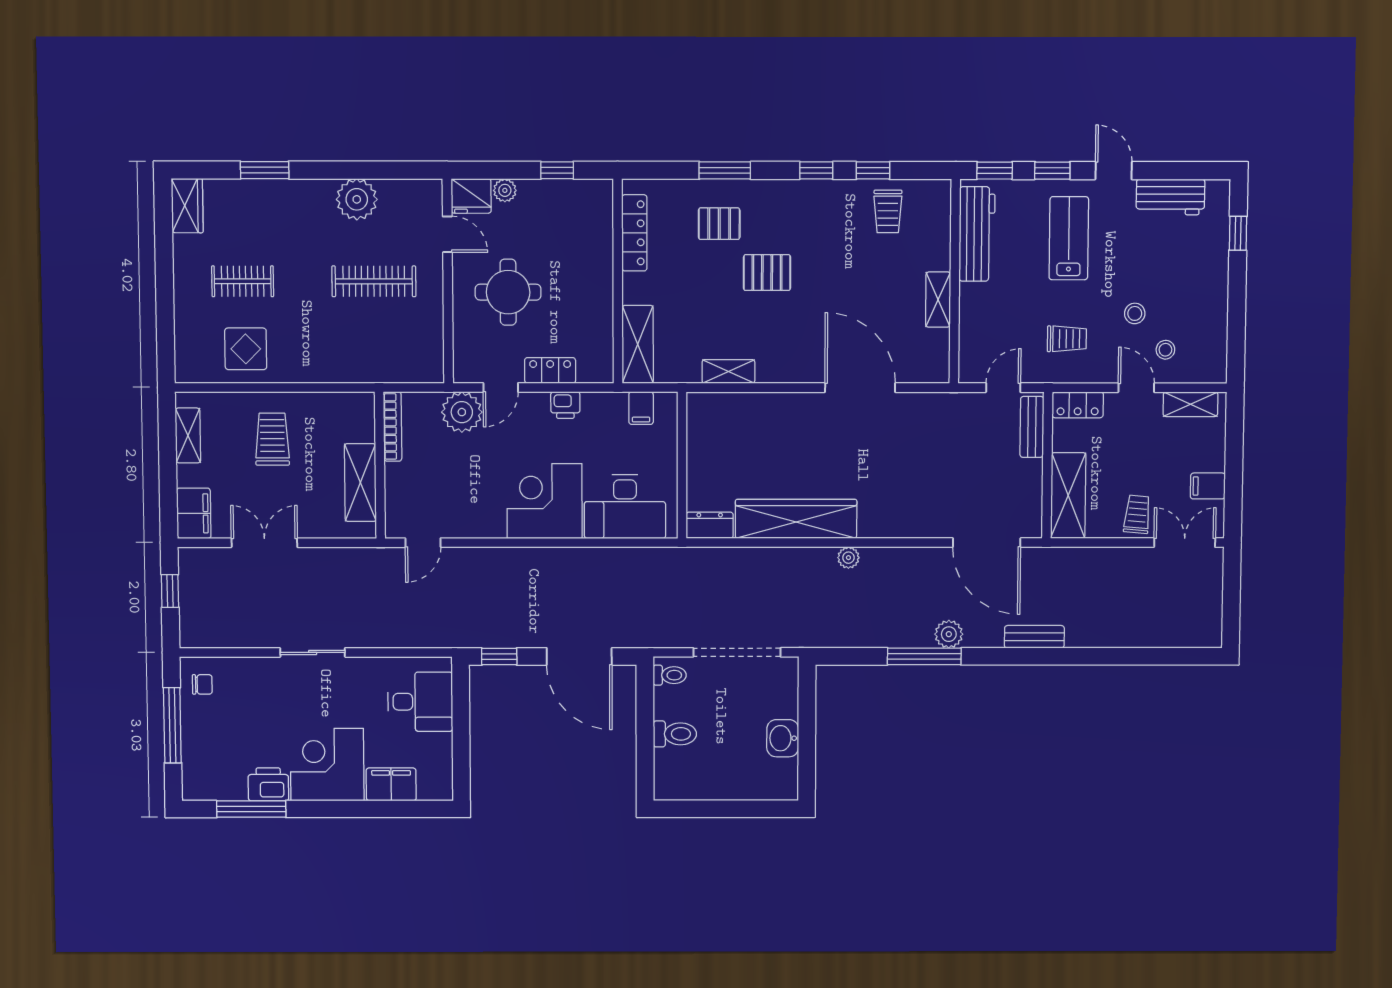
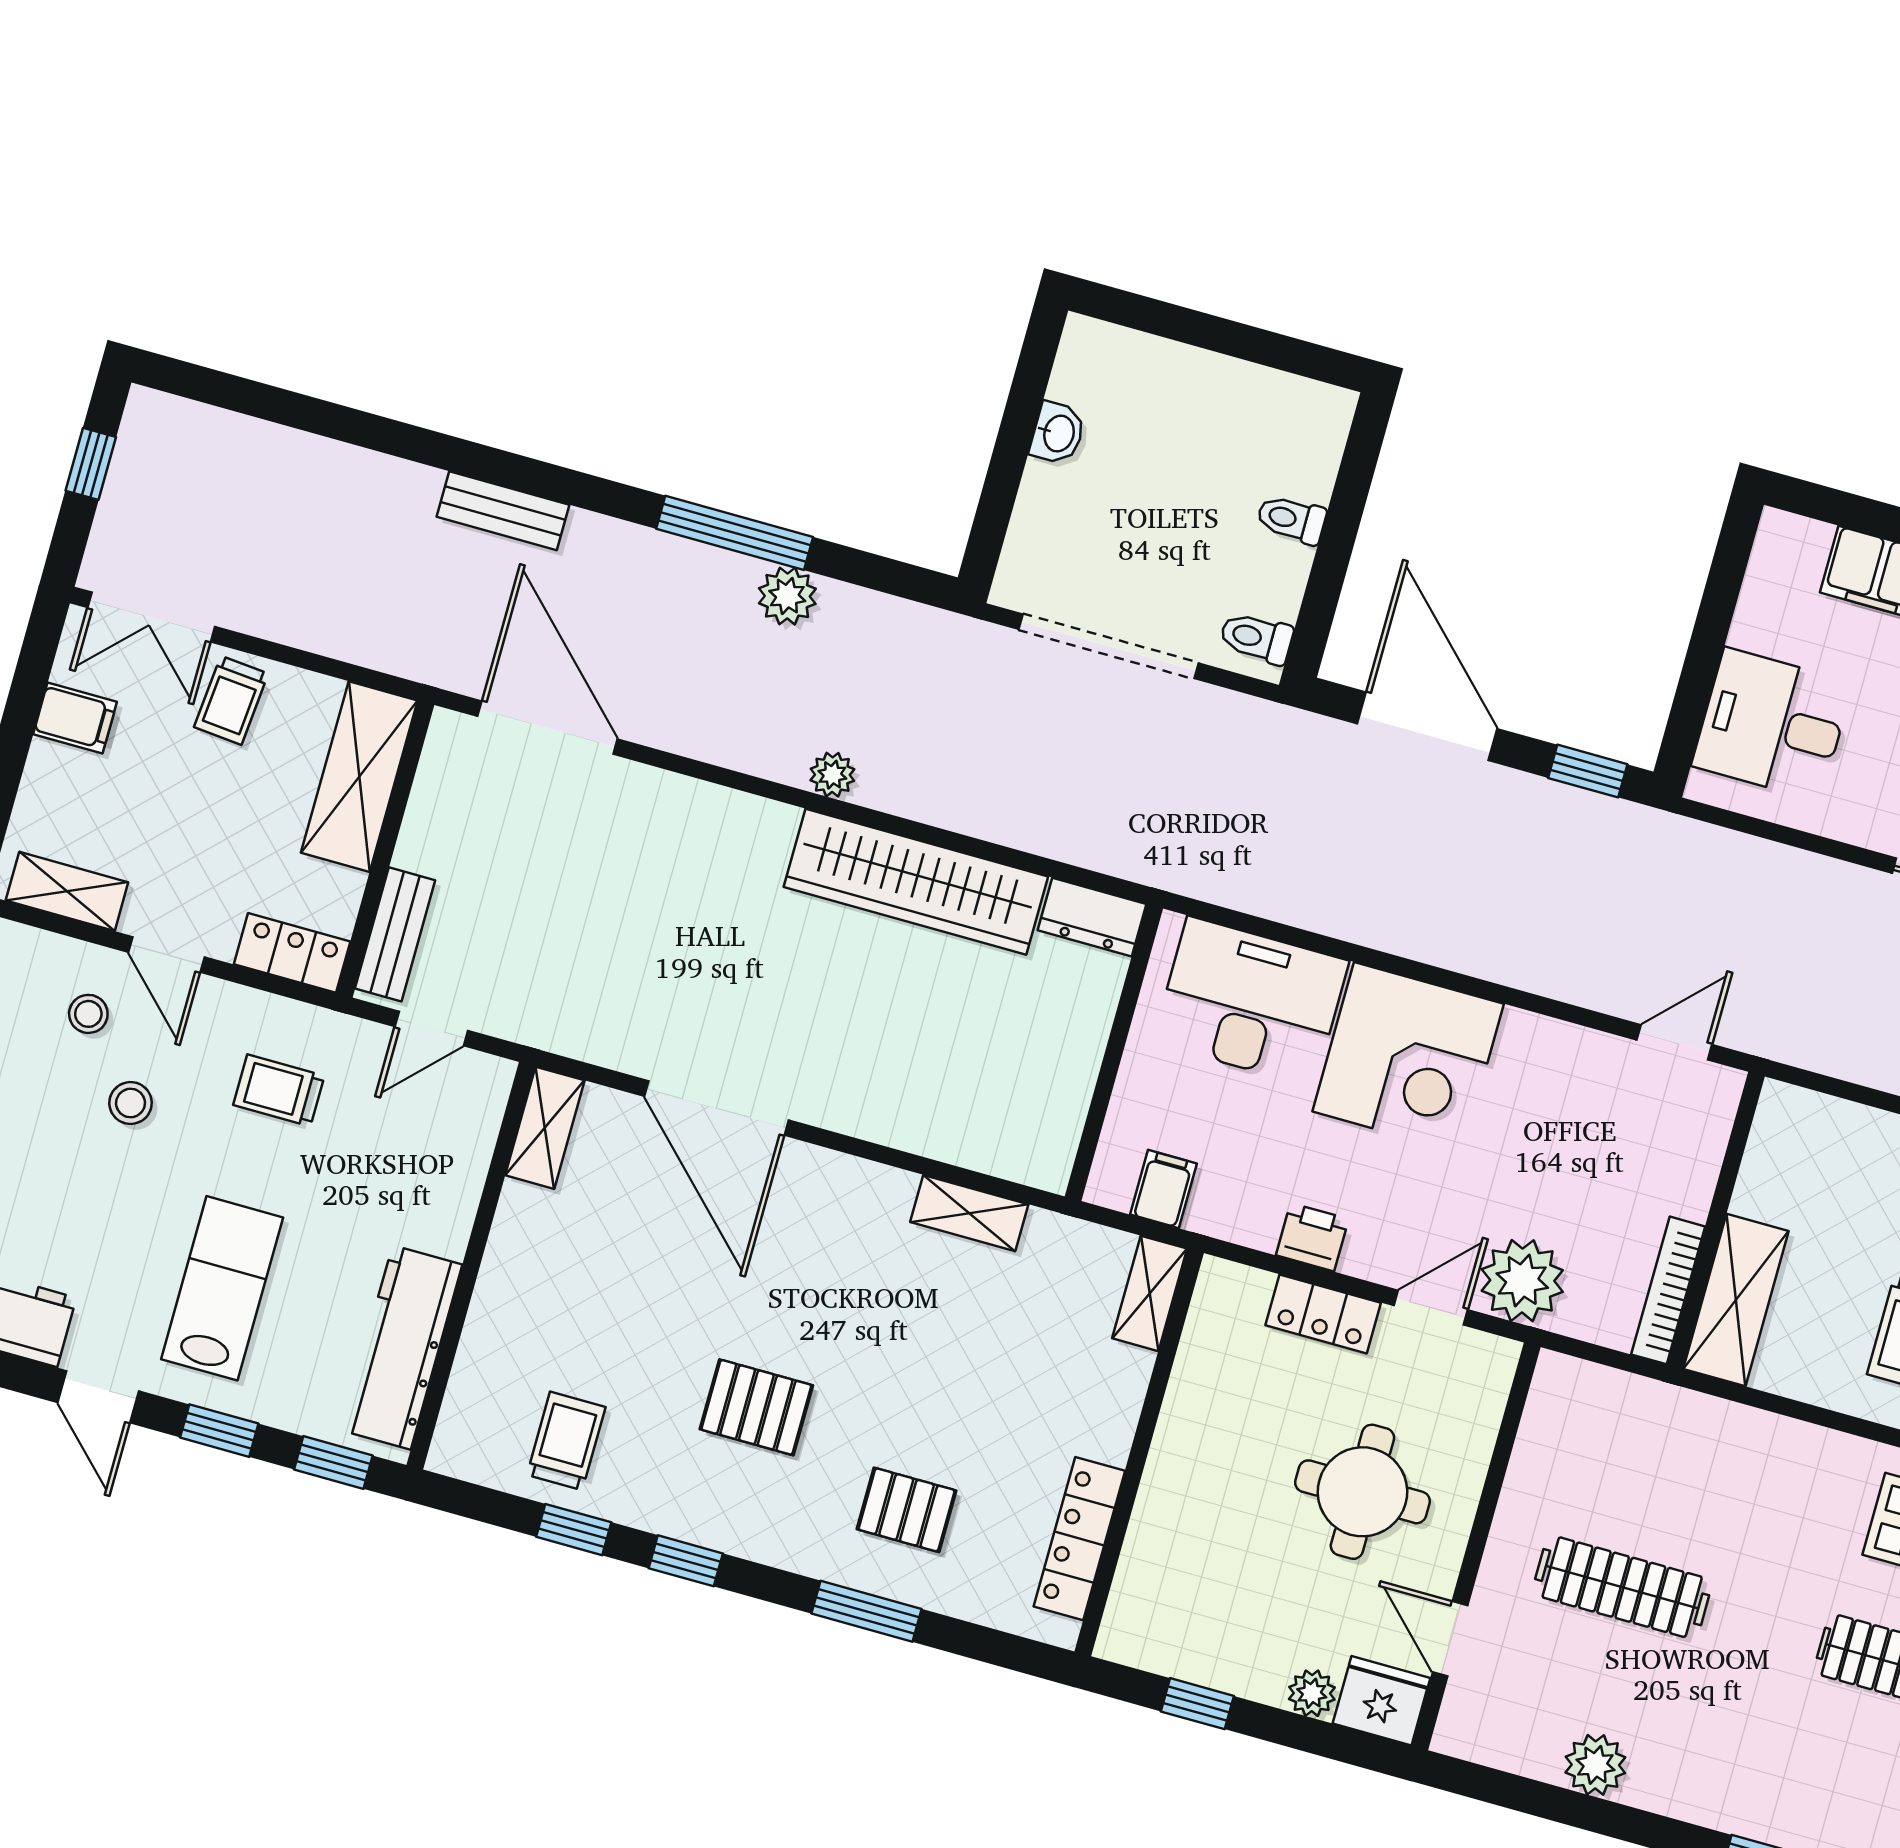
plant: (357, 199) -> (1595, 1765), width x0.73, depth x0.73
lab bench: (1069, 238) -> (222, 1288), turned 180
pallet: (767, 273) -> (756, 1407), moved
shelving: (938, 300) -> (545, 1128), moved
shelving: (638, 344) -> (1150, 1293), width x0.67, depth x0.75
shelving: (360, 483) -> (1736, 1300), moved
window: (1231, 605) -> (91, 464), added
plant: (949, 634) -> (787, 596), moved
toilet: (675, 734) -> (1291, 519), width x0.73, depth x0.72
washbasin: (783, 738) -> (1058, 433), width x0.72, depth x0.69

